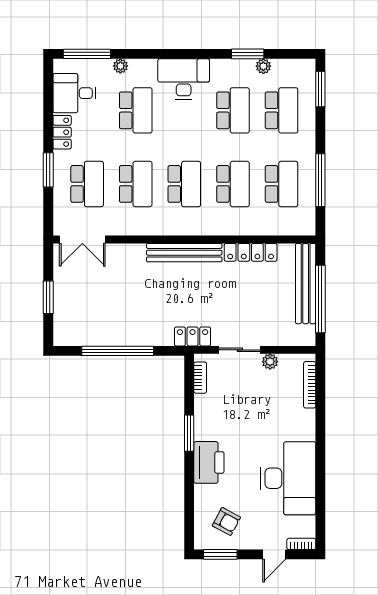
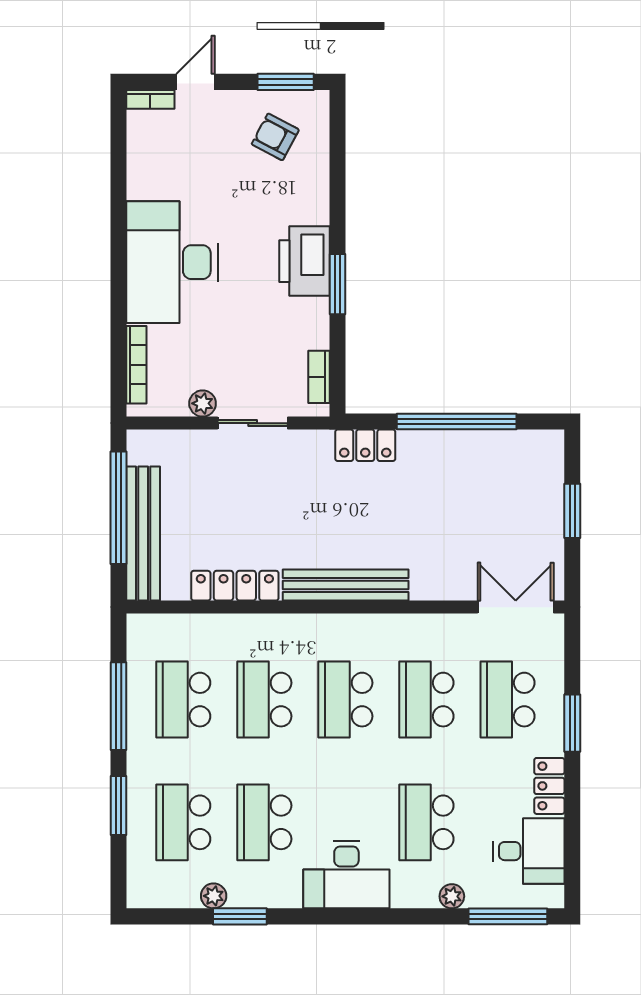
window: (320, 89) -> (118, 806), moved
locker: (193, 336) -> (365, 445), moved
printer: (209, 462) -> (304, 261), moved
desk: (288, 478) -> (172, 262), moved

